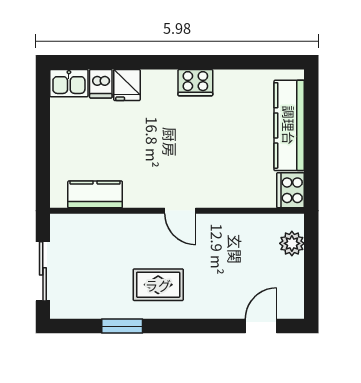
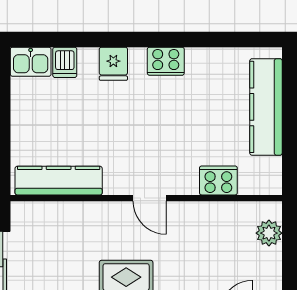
fridge: (127, 85) -> (113, 64), moved
cooker: (291, 190) -> (218, 180), moved, turned 90
kitchen counter: (95, 194) -> (59, 181), width x1.50

